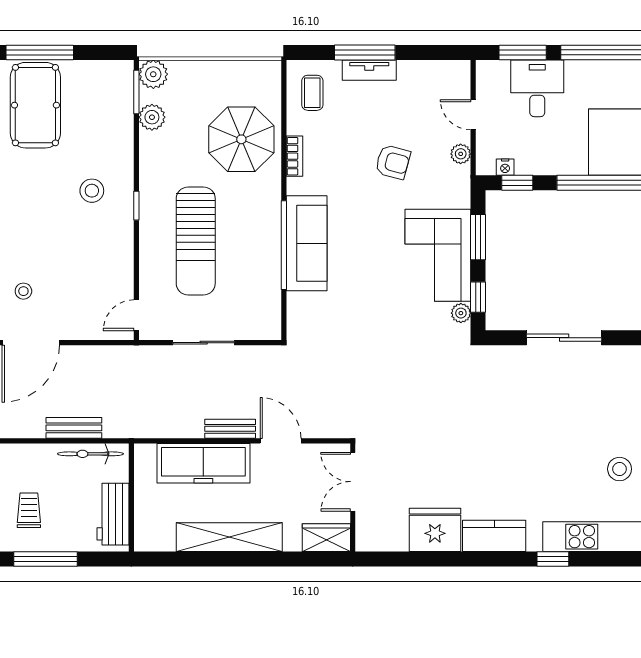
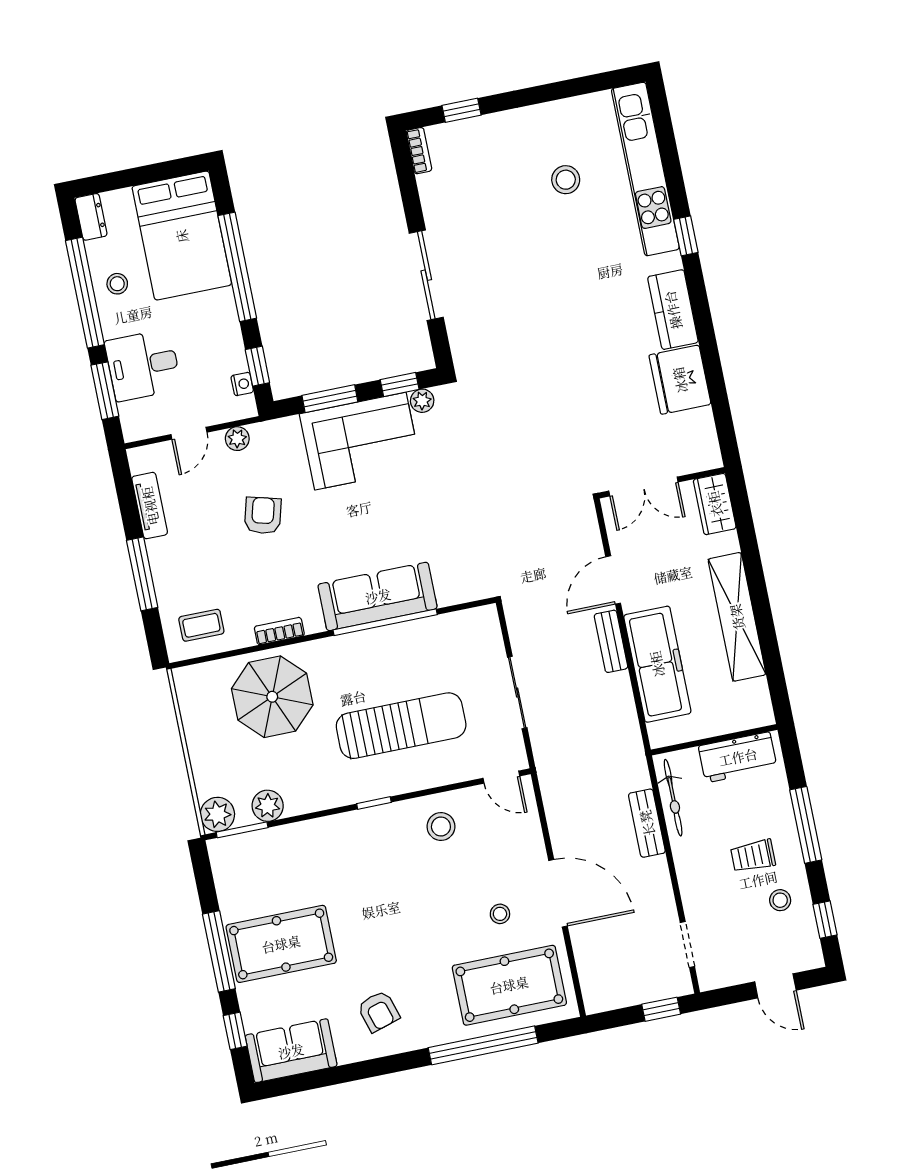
tv unit: (369, 70) -> (150, 506), moved
stool: (609, 81) -> (117, 284), added
stool: (92, 191) -> (441, 826), moved

